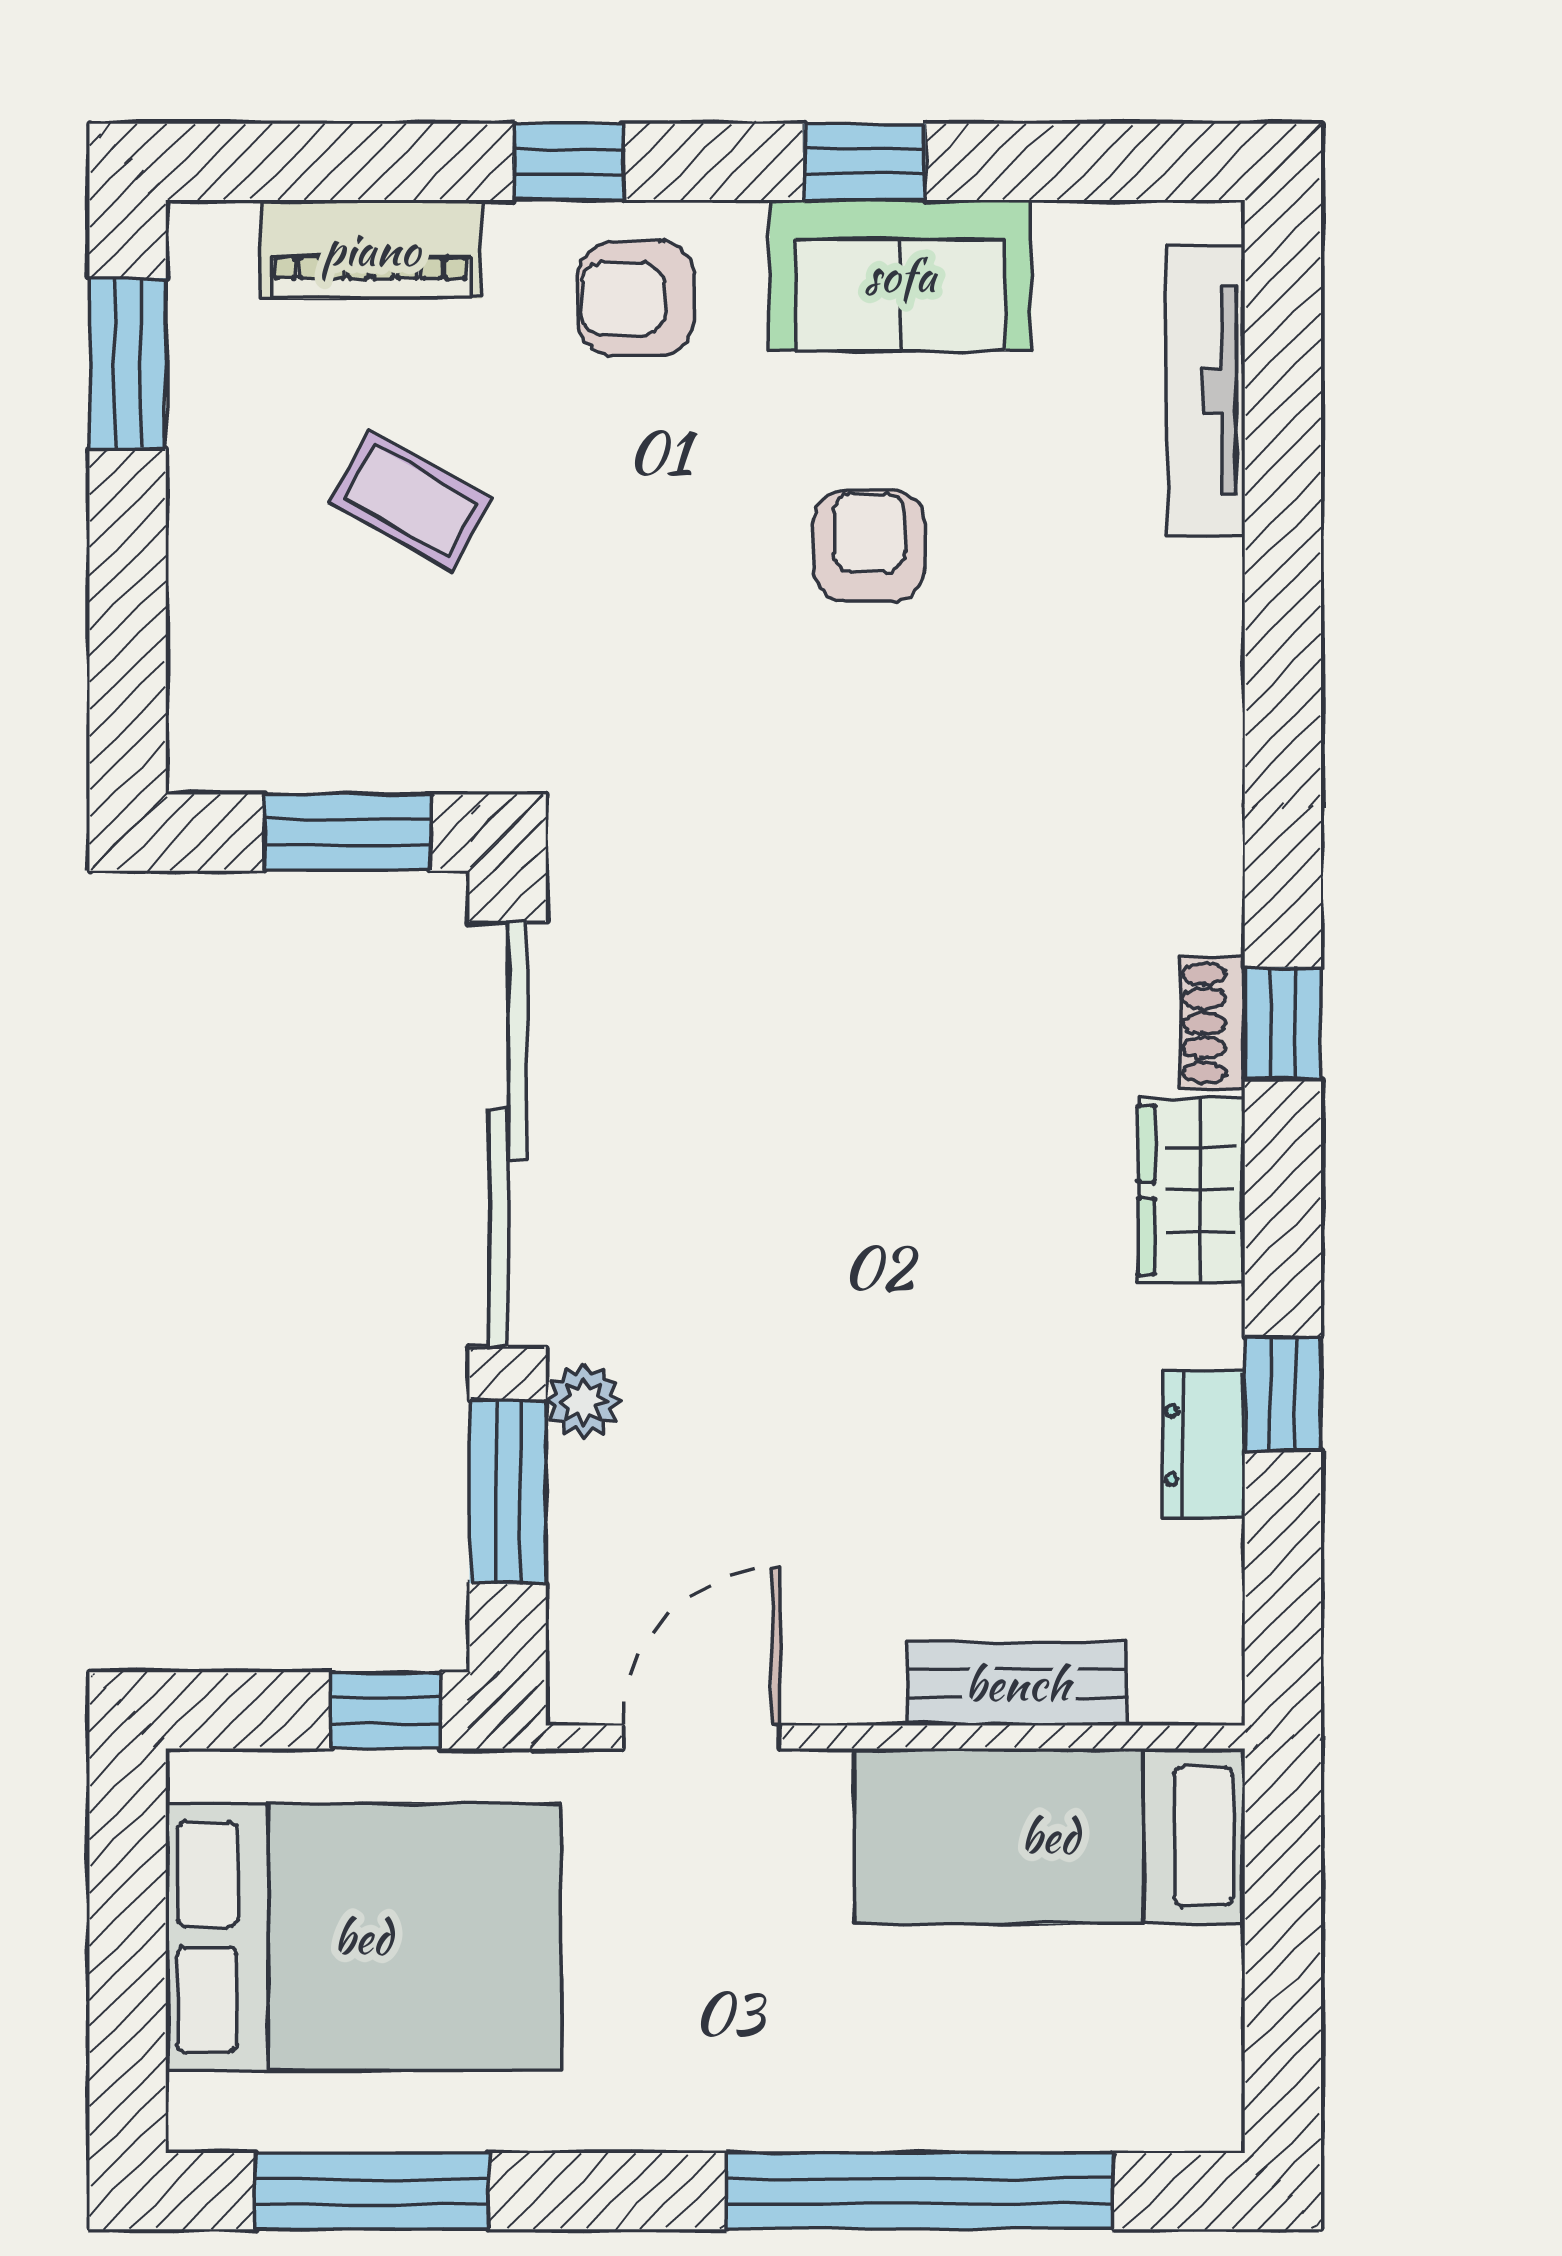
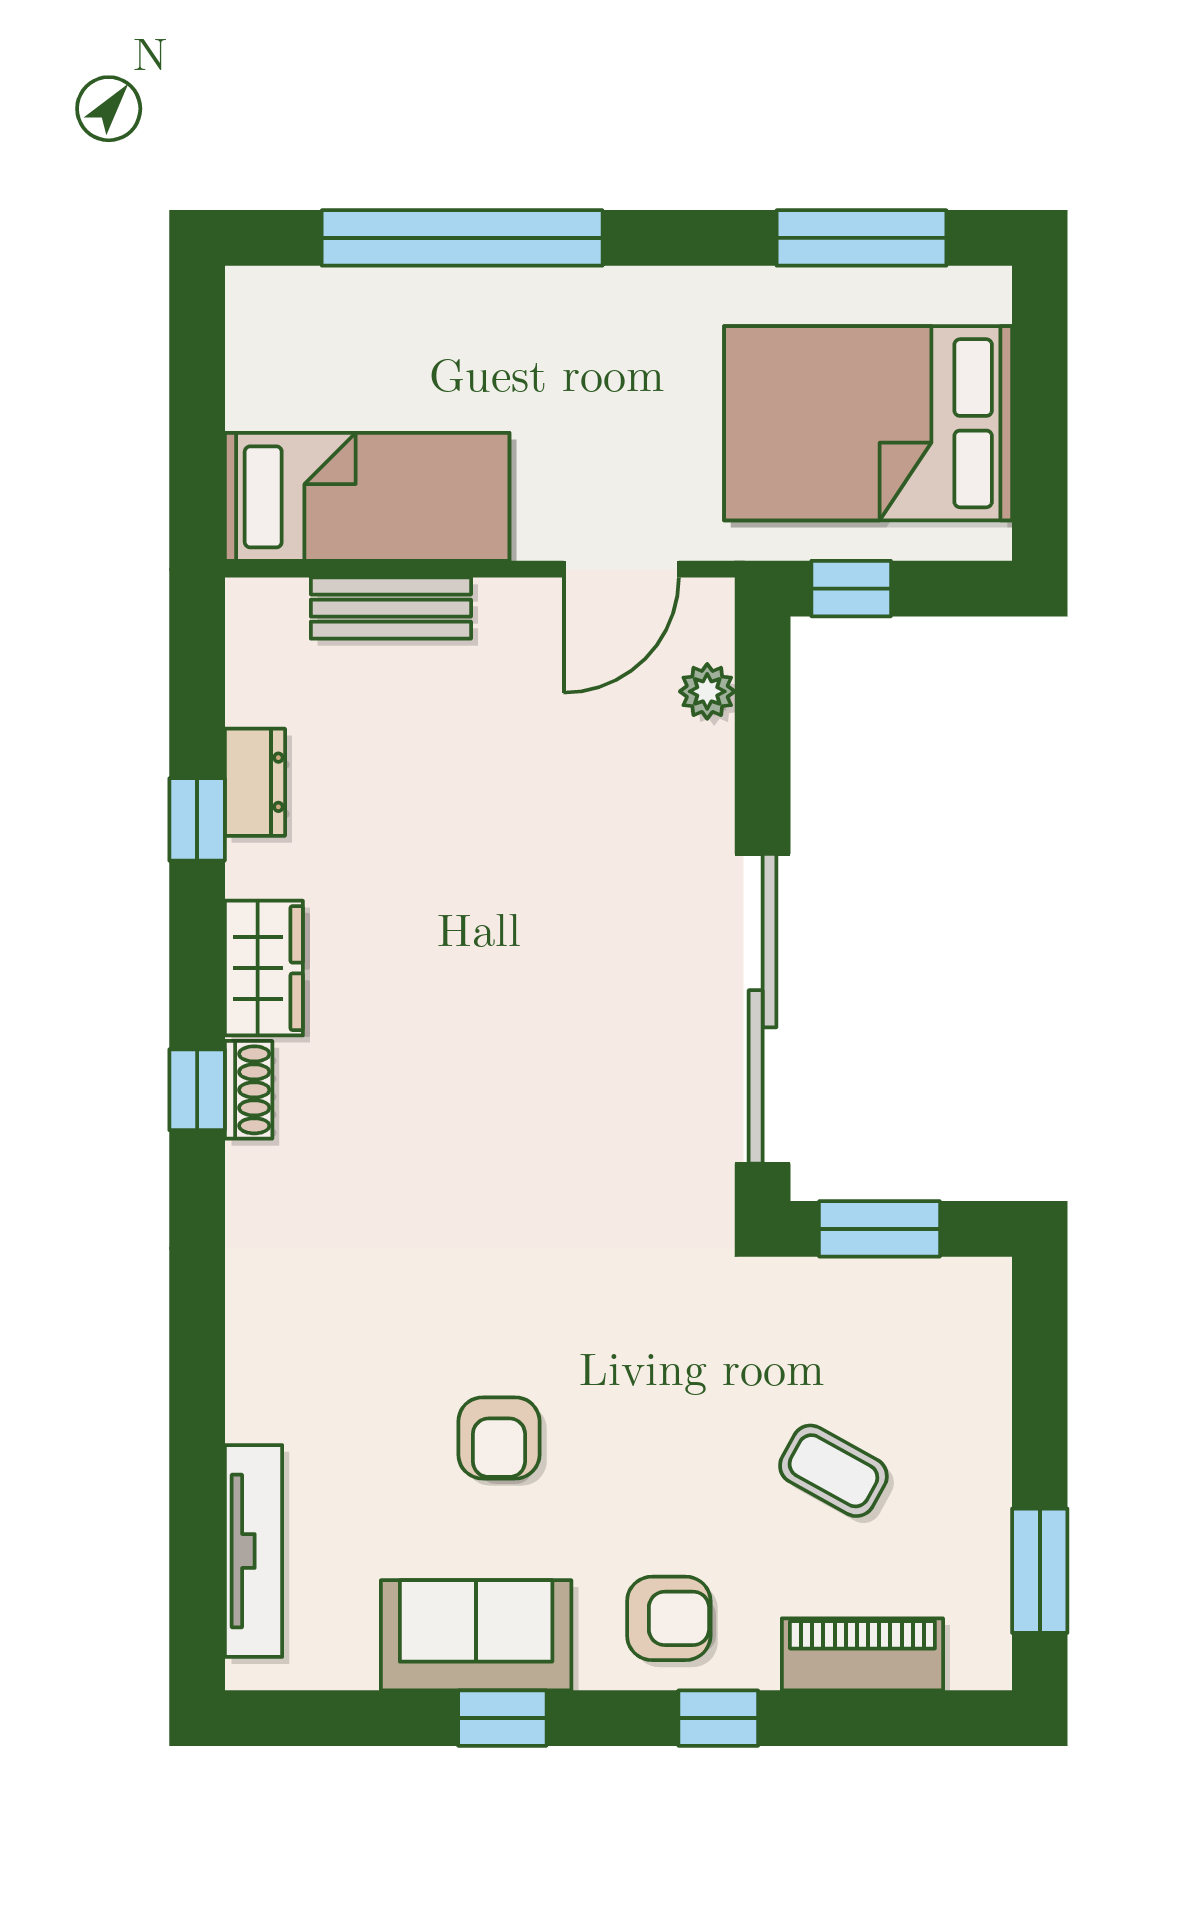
plant: (584, 1401) -> (707, 691), moved
window: (508, 1492) -> (763, 748), removed

